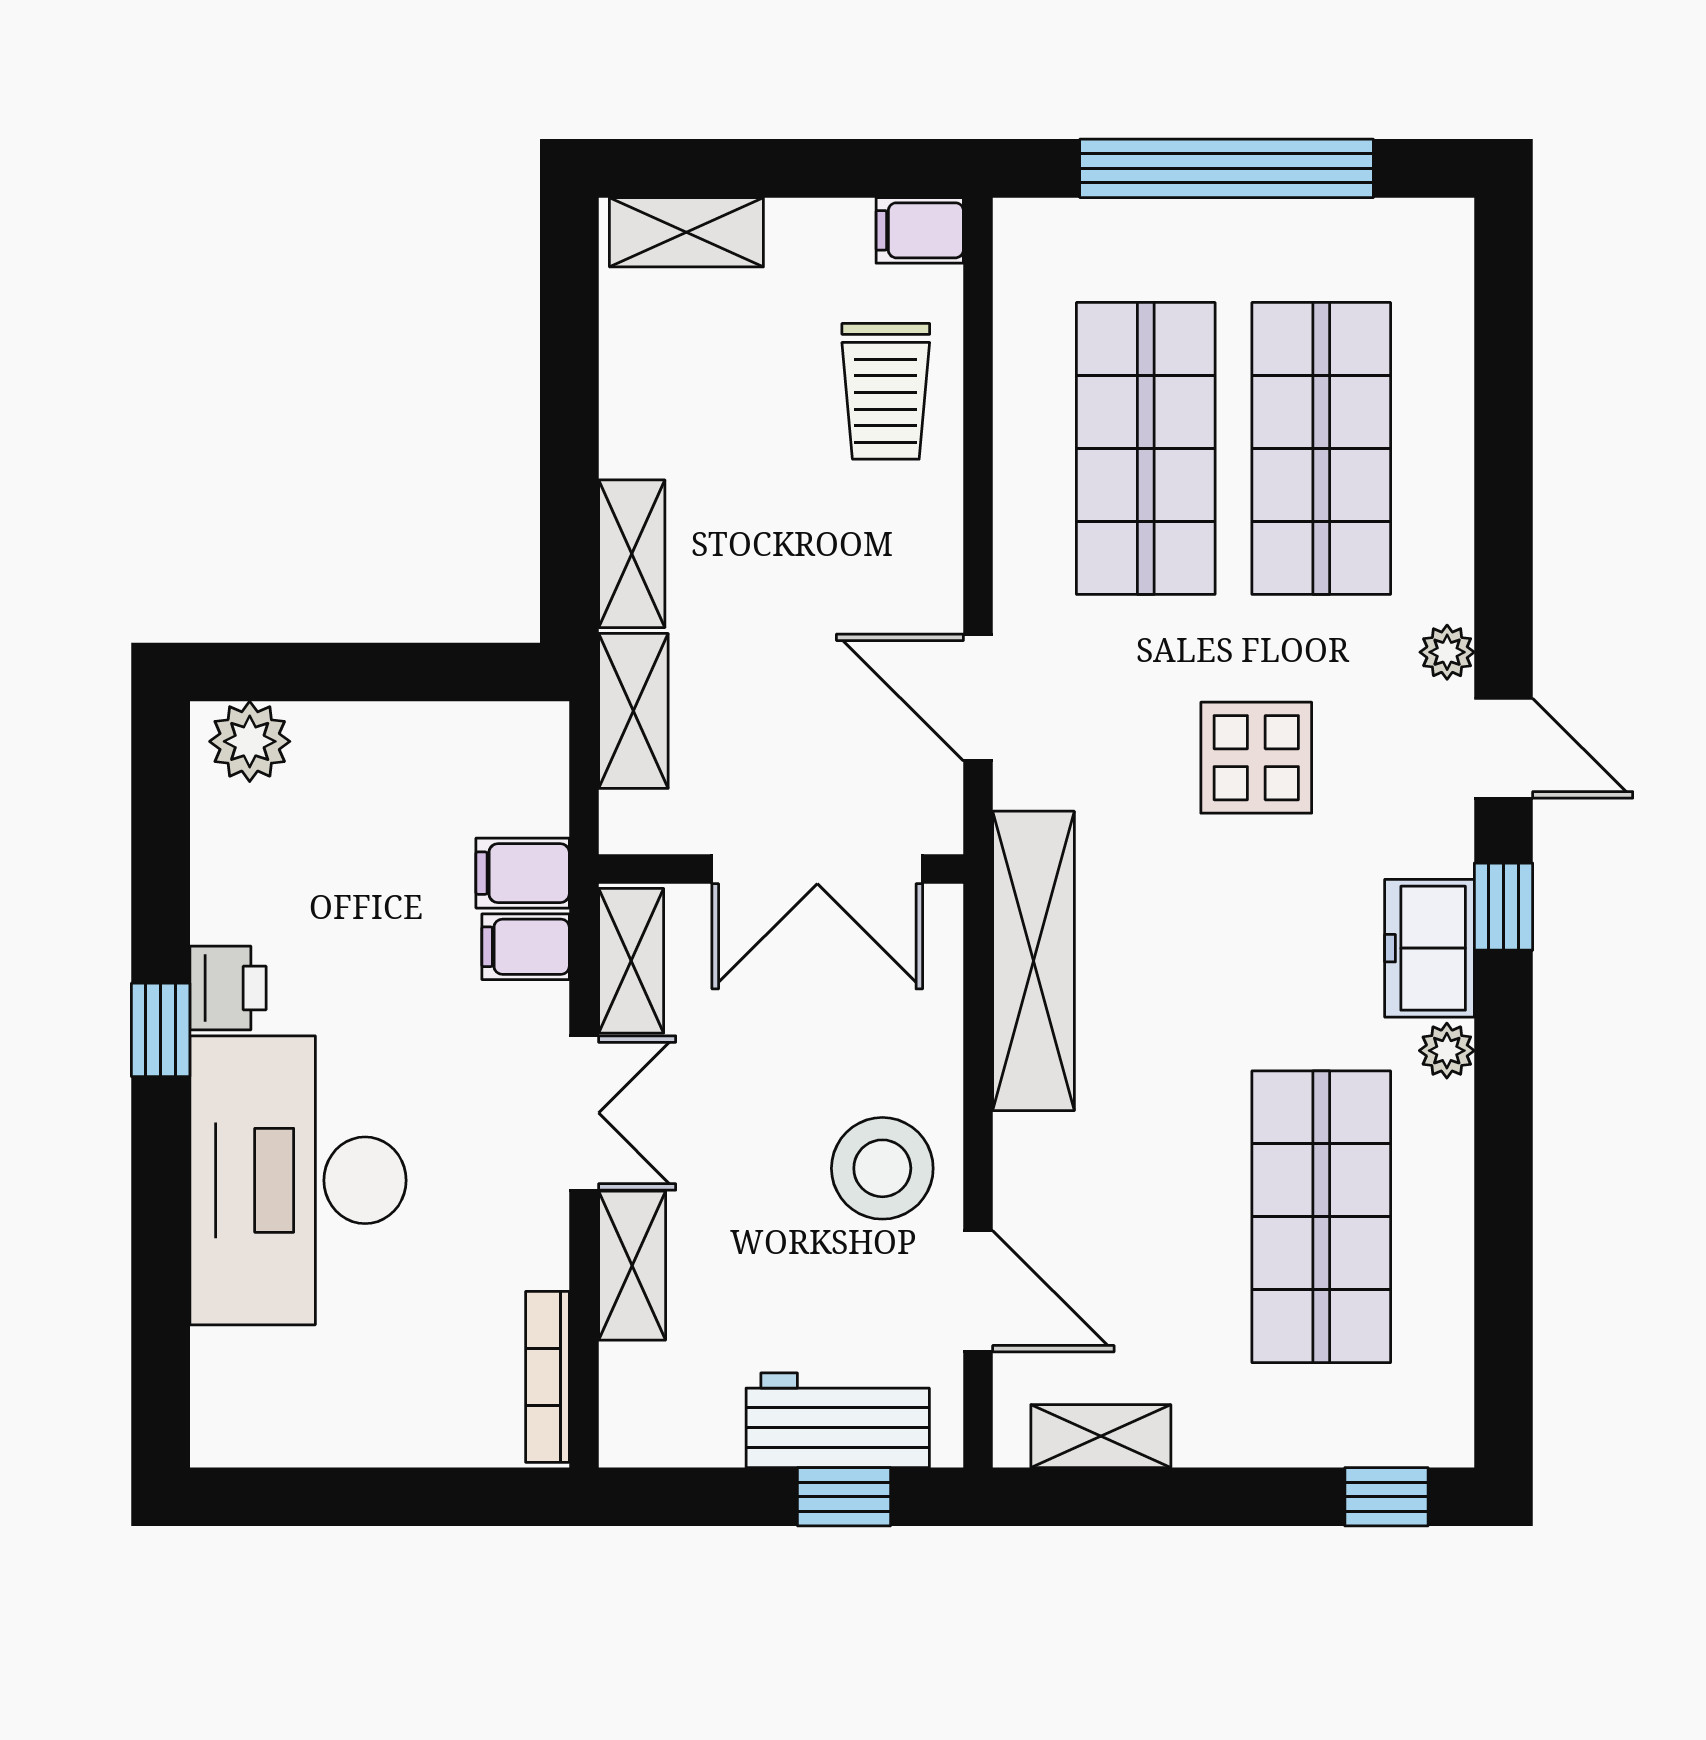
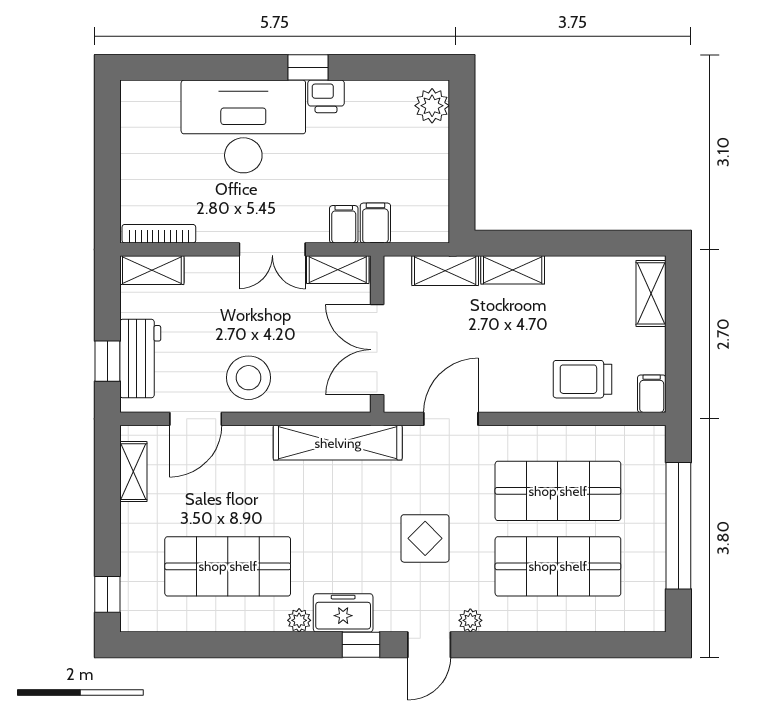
shelving: (632, 1266) -> (152, 270), moved

